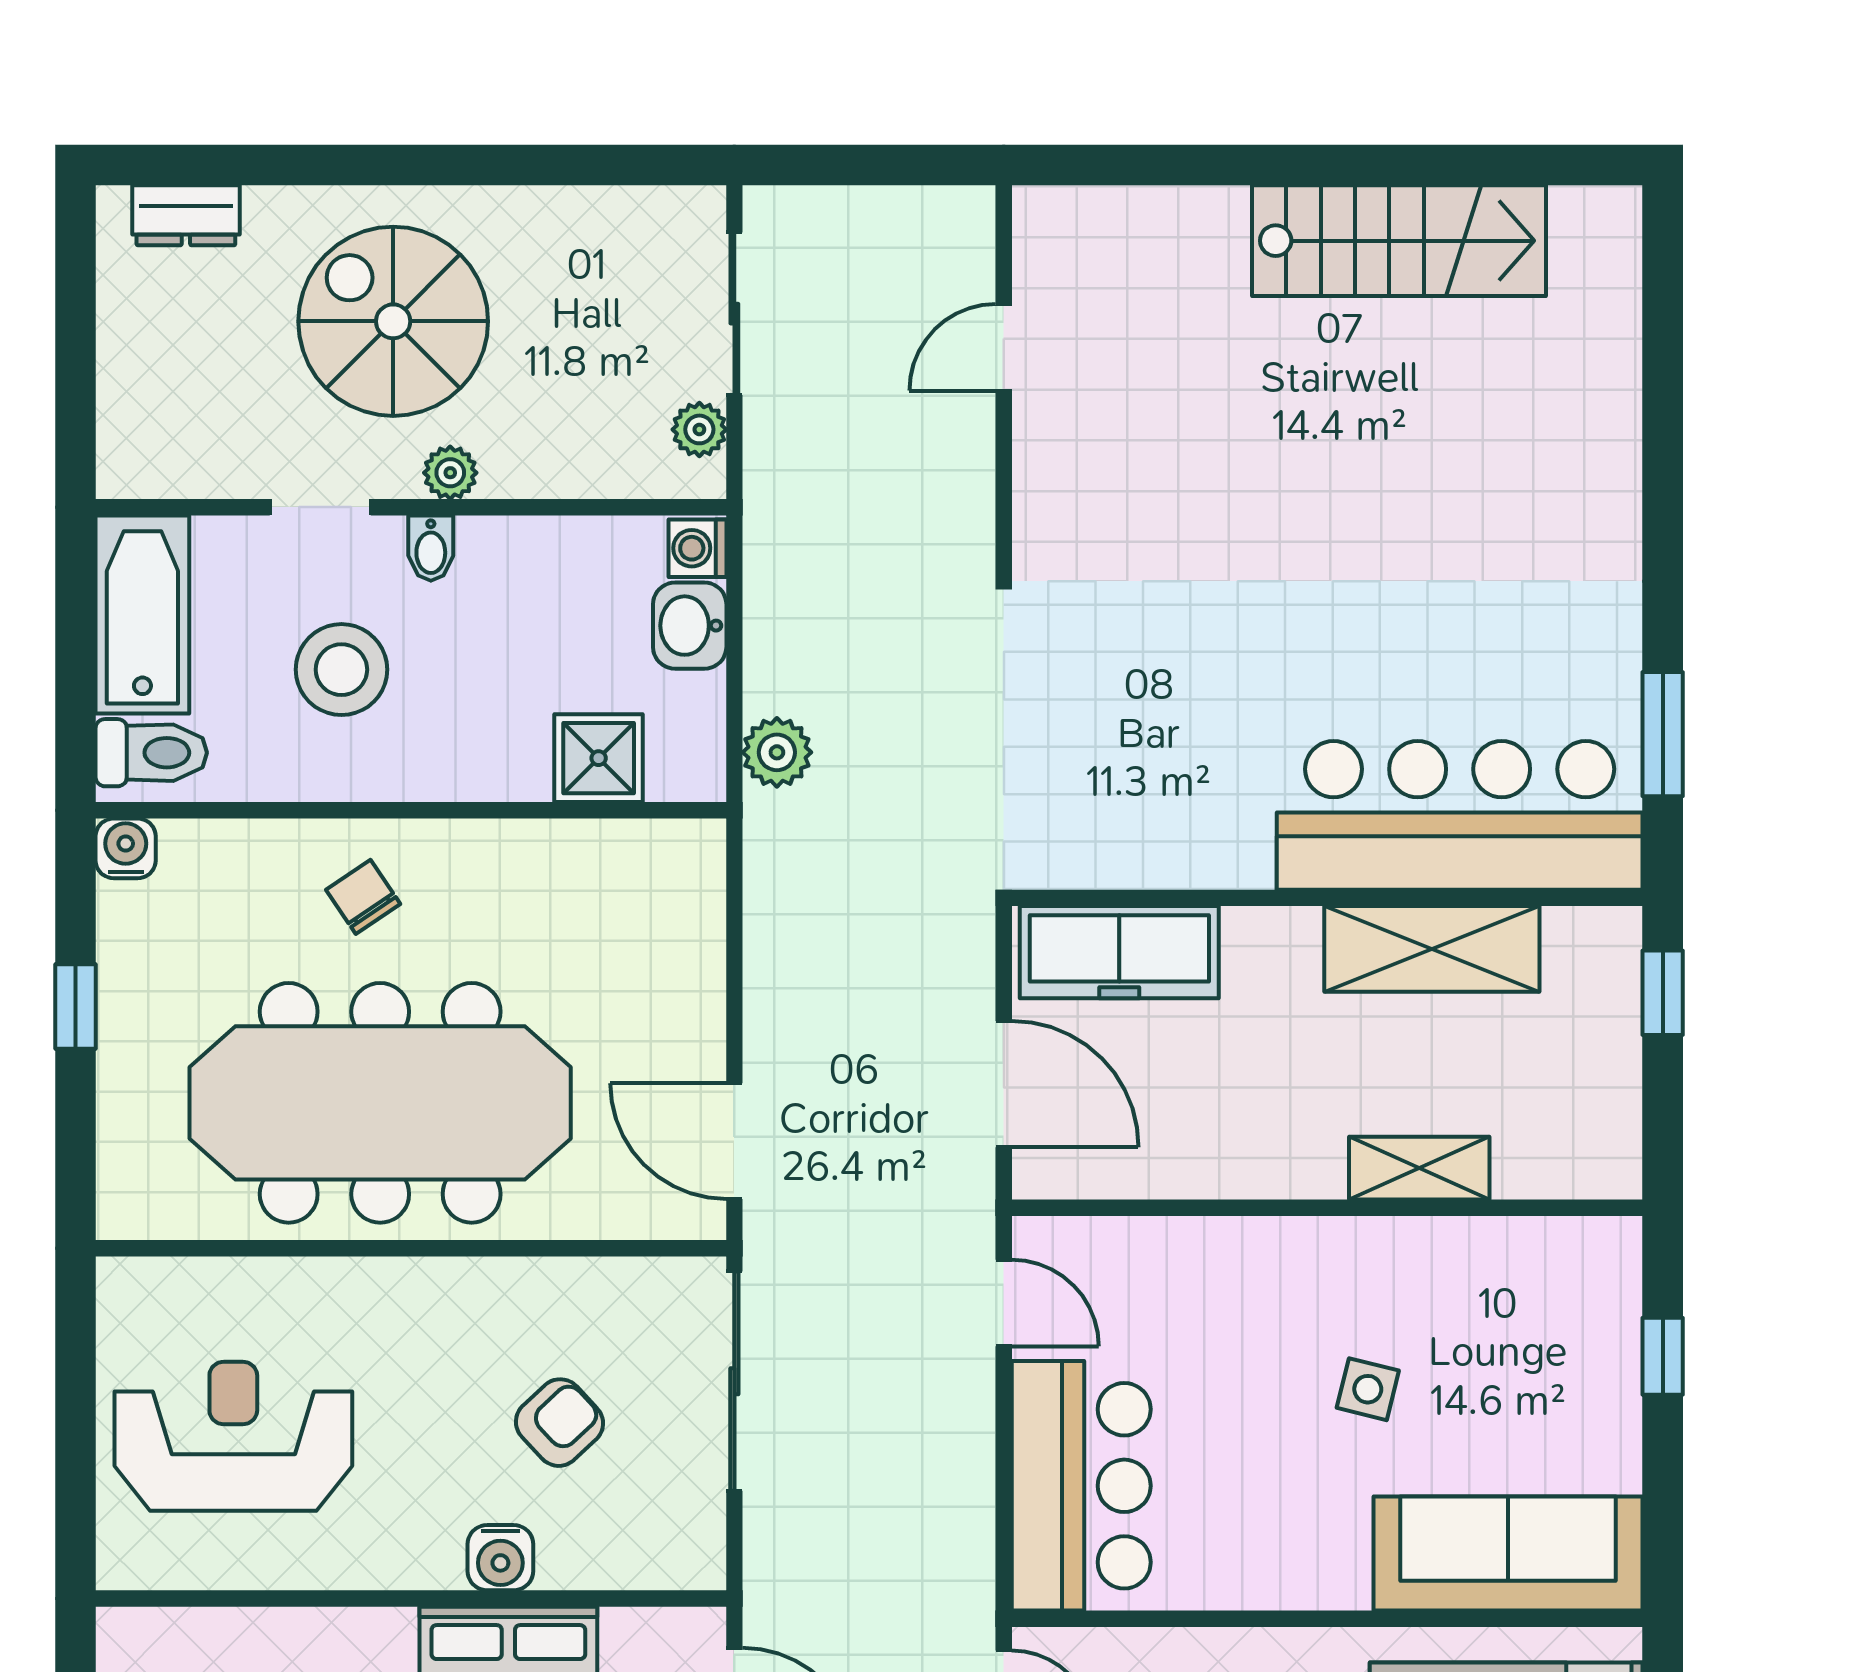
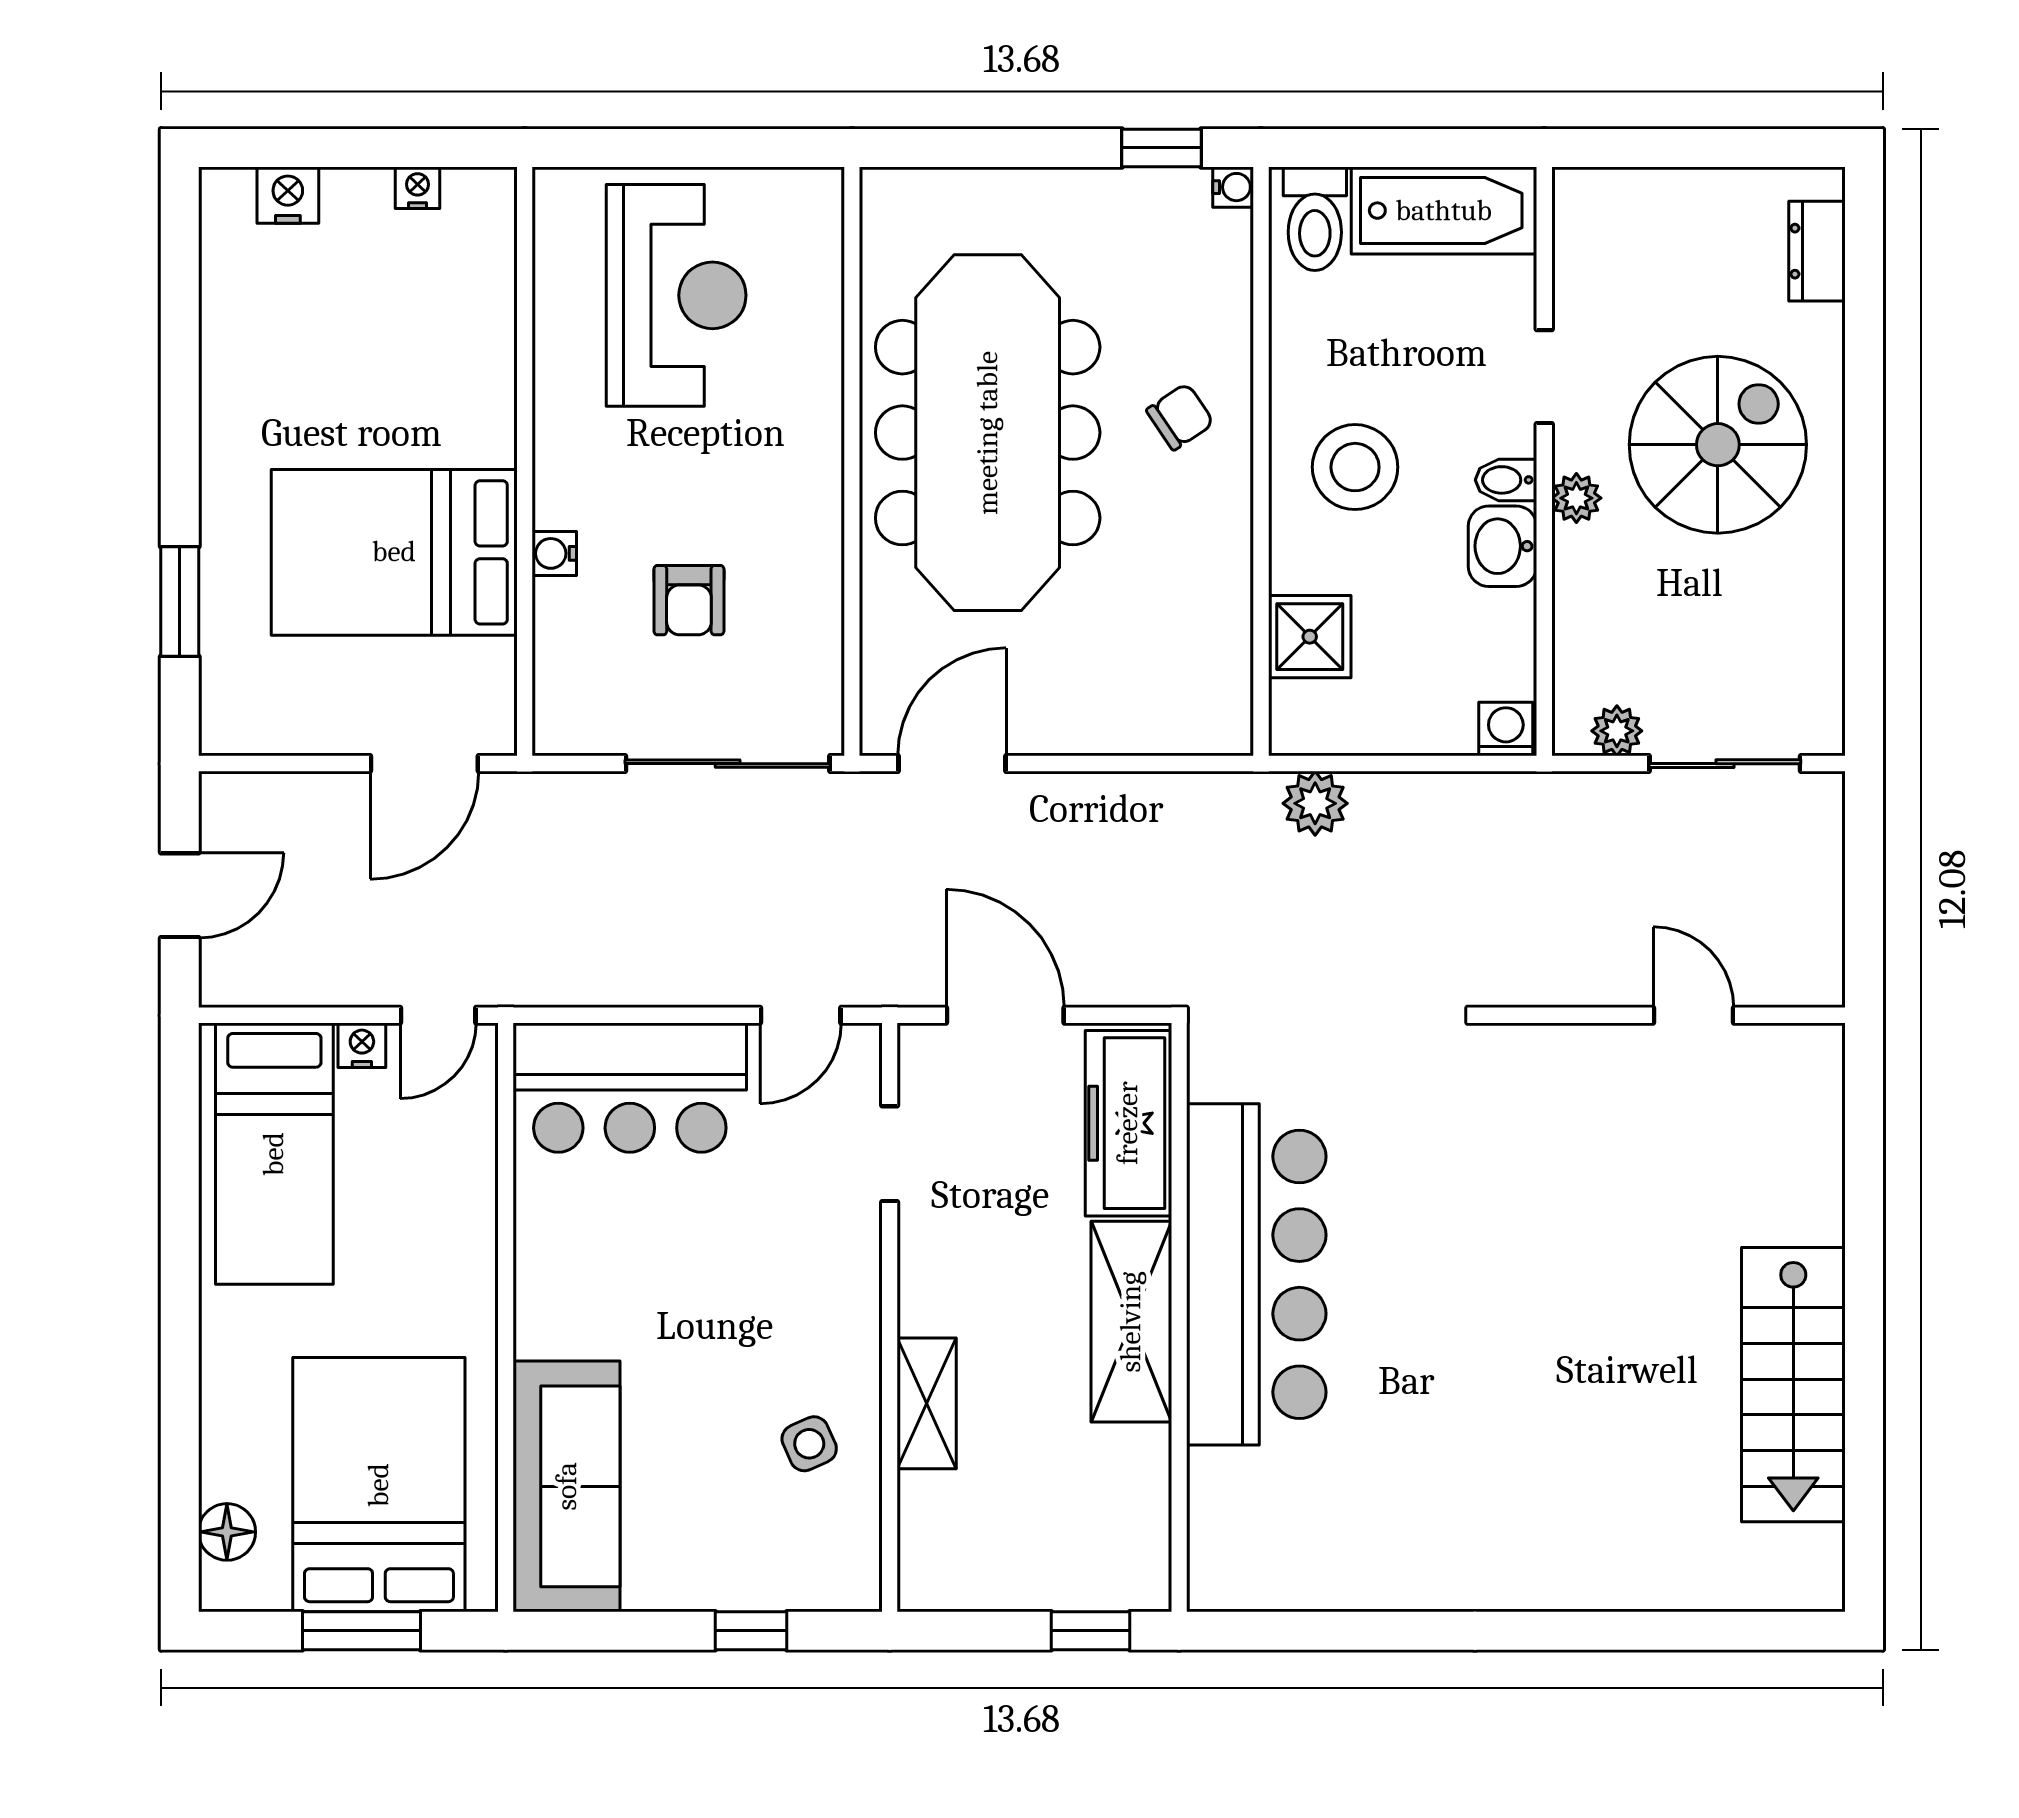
washbasin: (690, 626) -> (1502, 546), moved, turned -90
stool: (341, 670) -> (1355, 467), moved
window: (1663, 734) -> (1332, 1631), removed
bar counter: (1460, 815) -> (1256, 1274), moved
water cooler: (126, 848) -> (1233, 187), width x0.72, depth x0.72
shelving: (1432, 949) -> (1131, 1322), moved
window: (76, 1007) -> (1162, 148), moved
door: (1004, 1084) -> (1005, 1015), swing flipped
doorway: (1152, 1208) -> (890, 1154), added
side table: (1368, 1389) -> (809, 1444), moved, turned -38
armchair: (559, 1423) -> (689, 600), turned 43
water cooler: (500, 1558) -> (554, 553), width x0.72, depth x0.72

